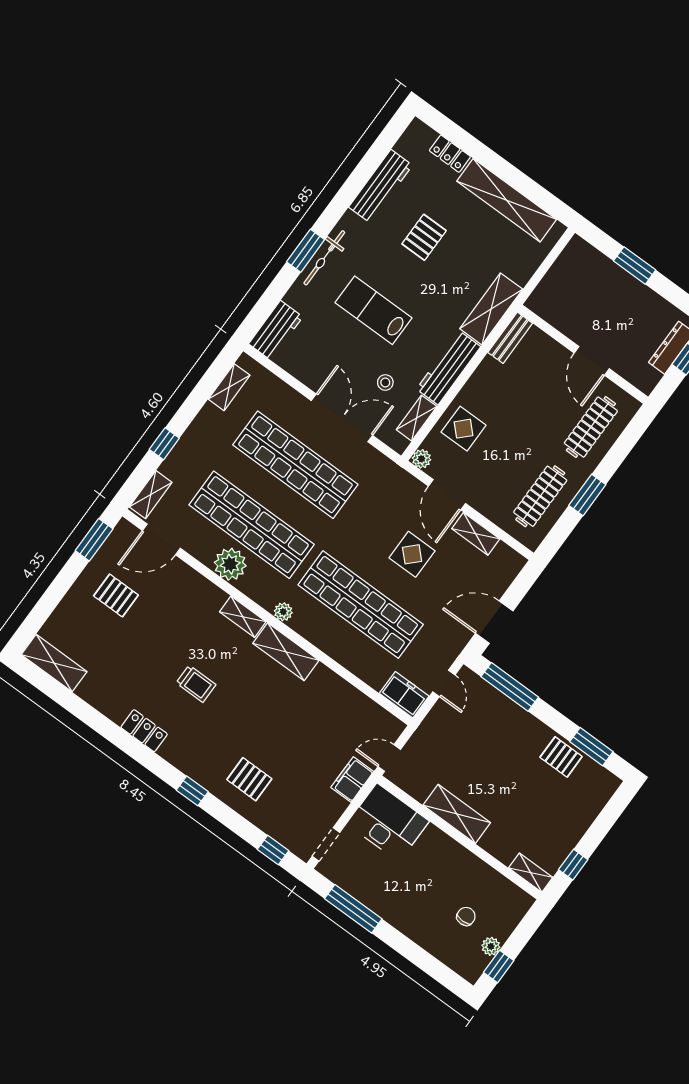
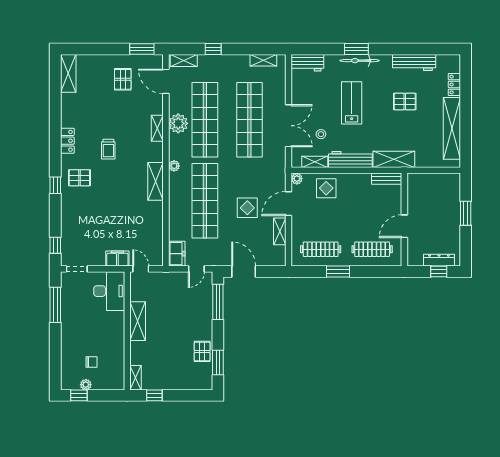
shelving: (243, 617) -> (157, 128), moved
pallet: (249, 779) -> (79, 178), moved, turned 90

